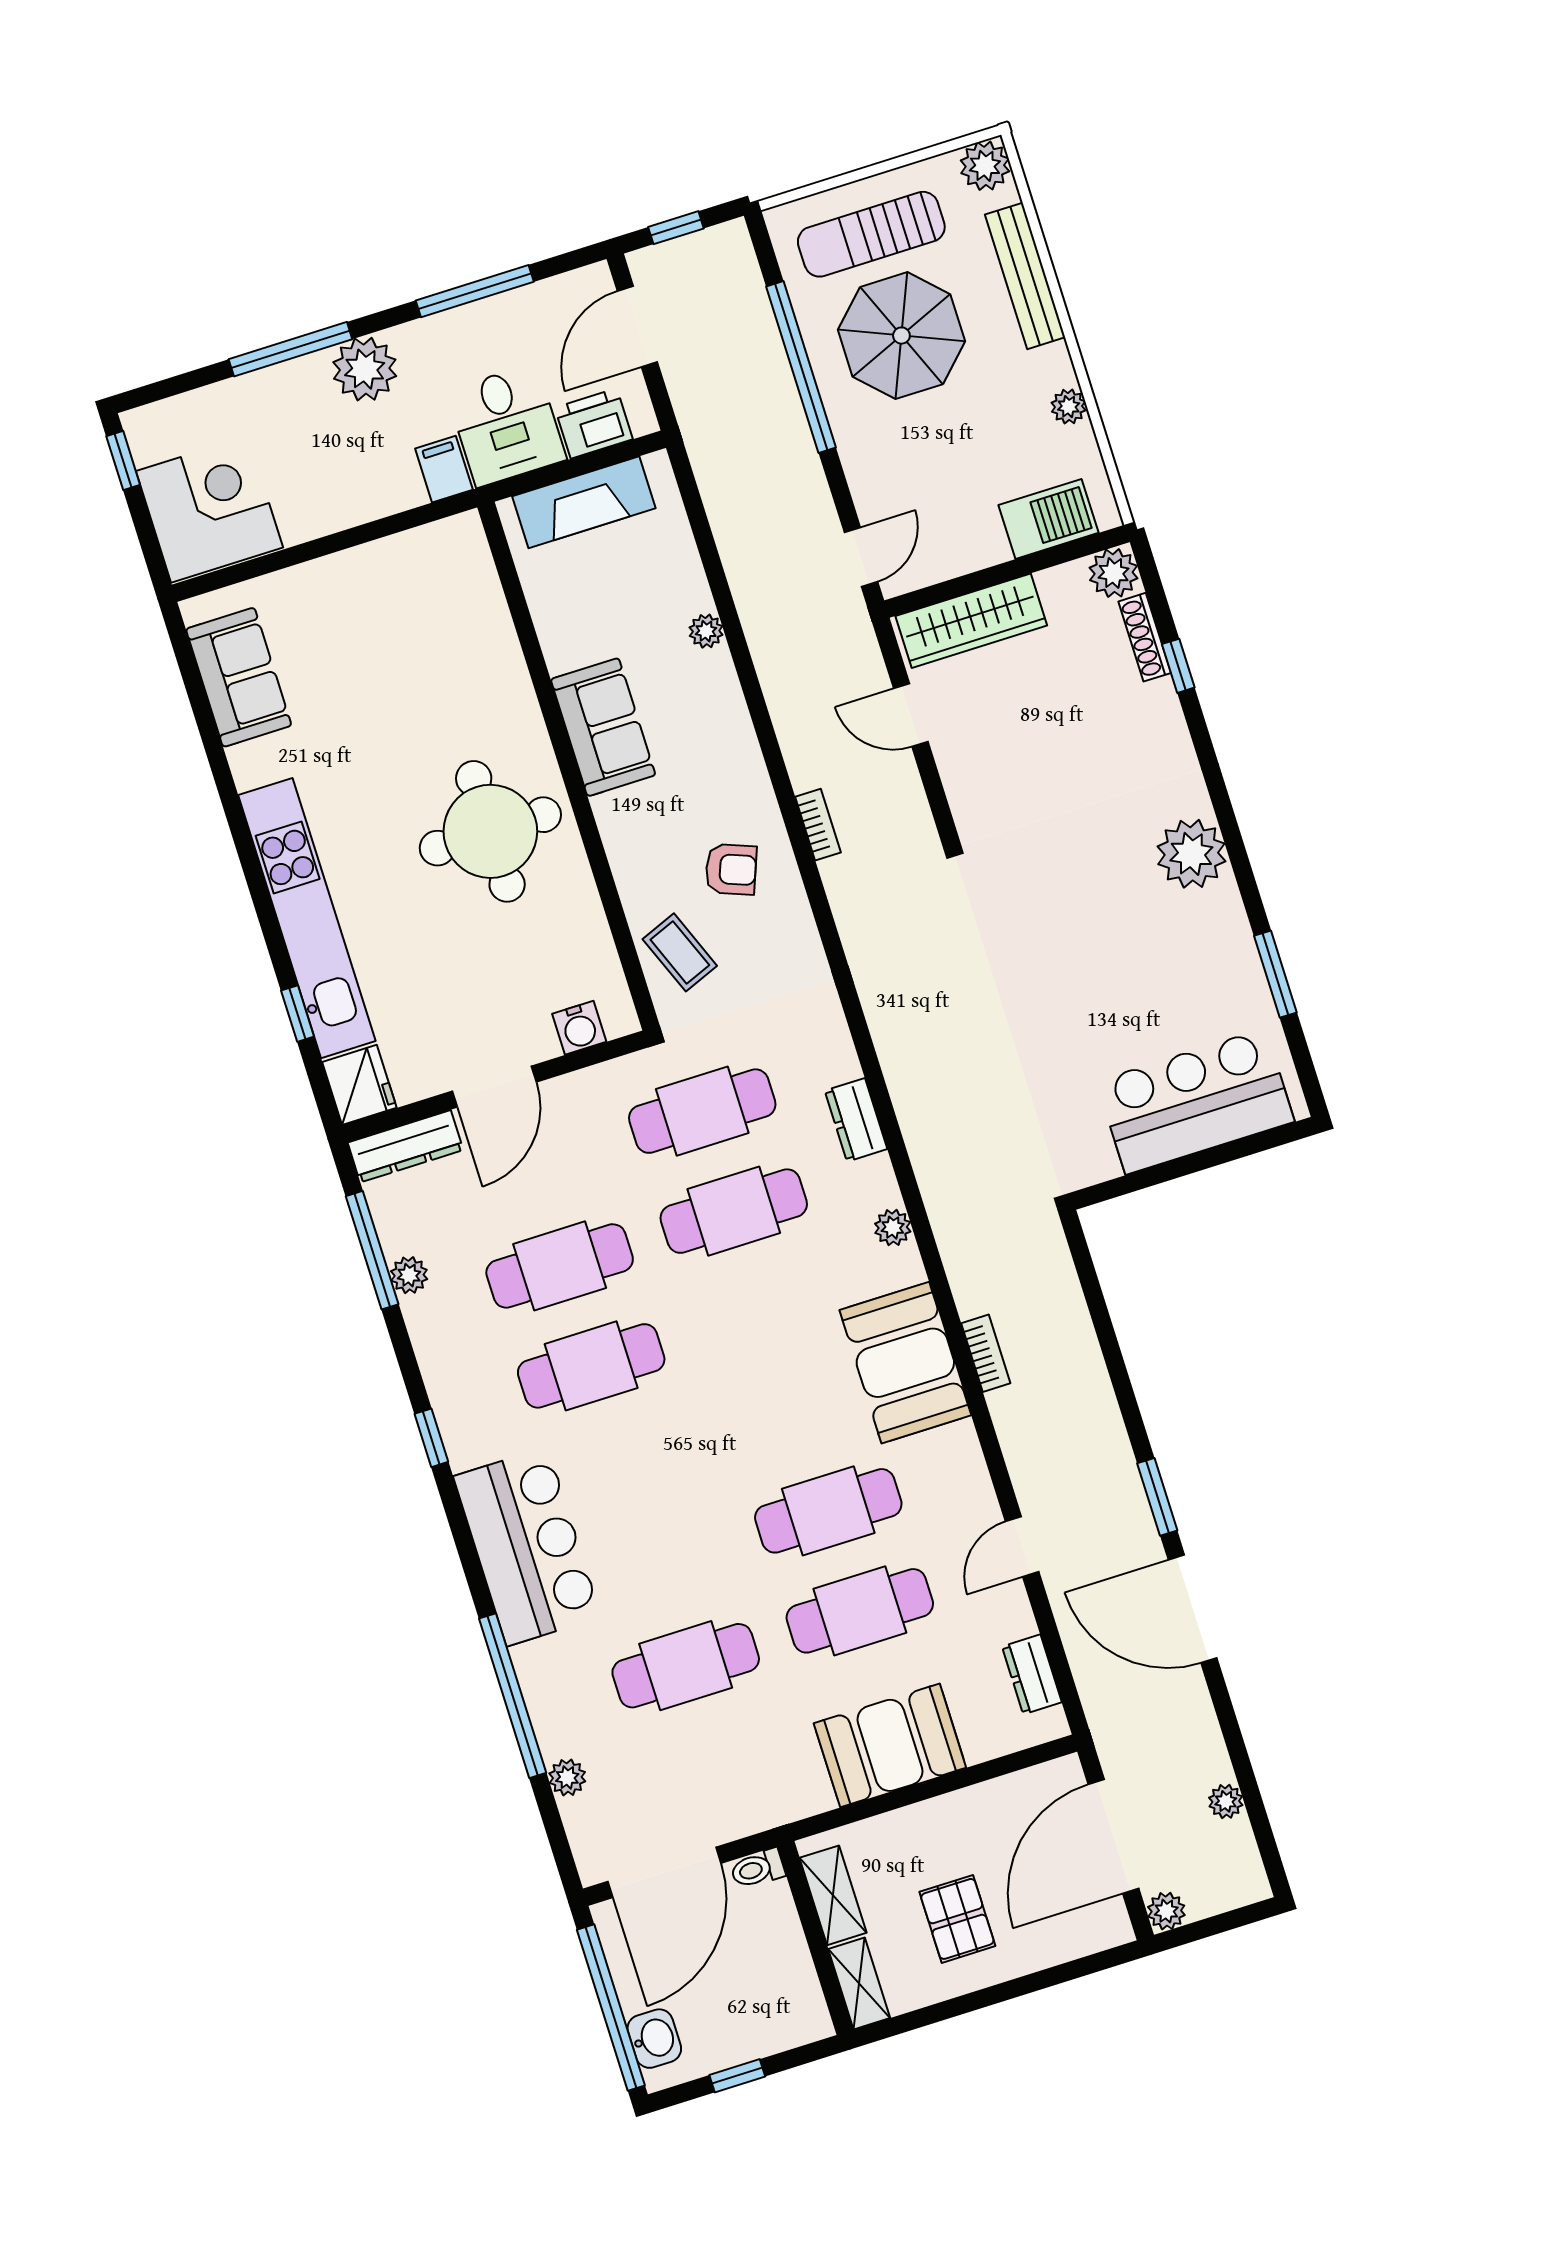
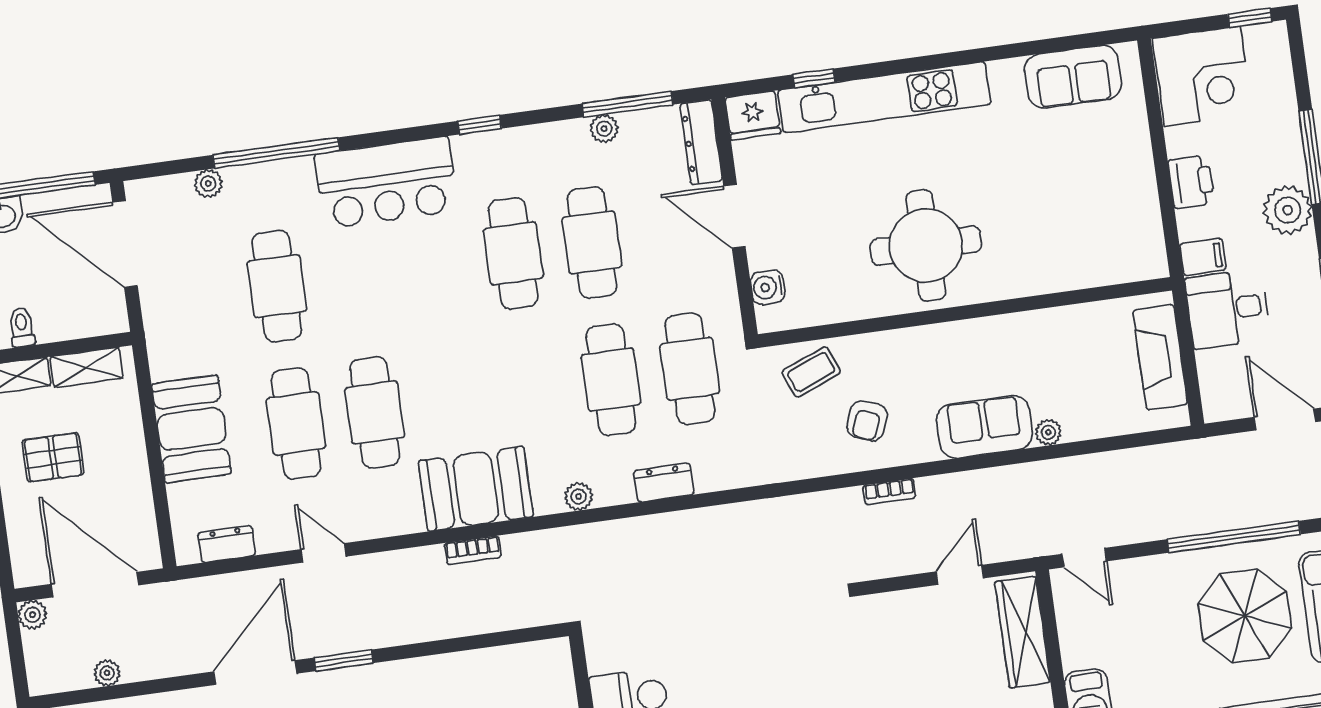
printer: (594, 423) -> (1191, 182), moved
sofa: (603, 727) -> (984, 427), moved, turned 180
toilet: (758, 1869) -> (22, 327), moved

